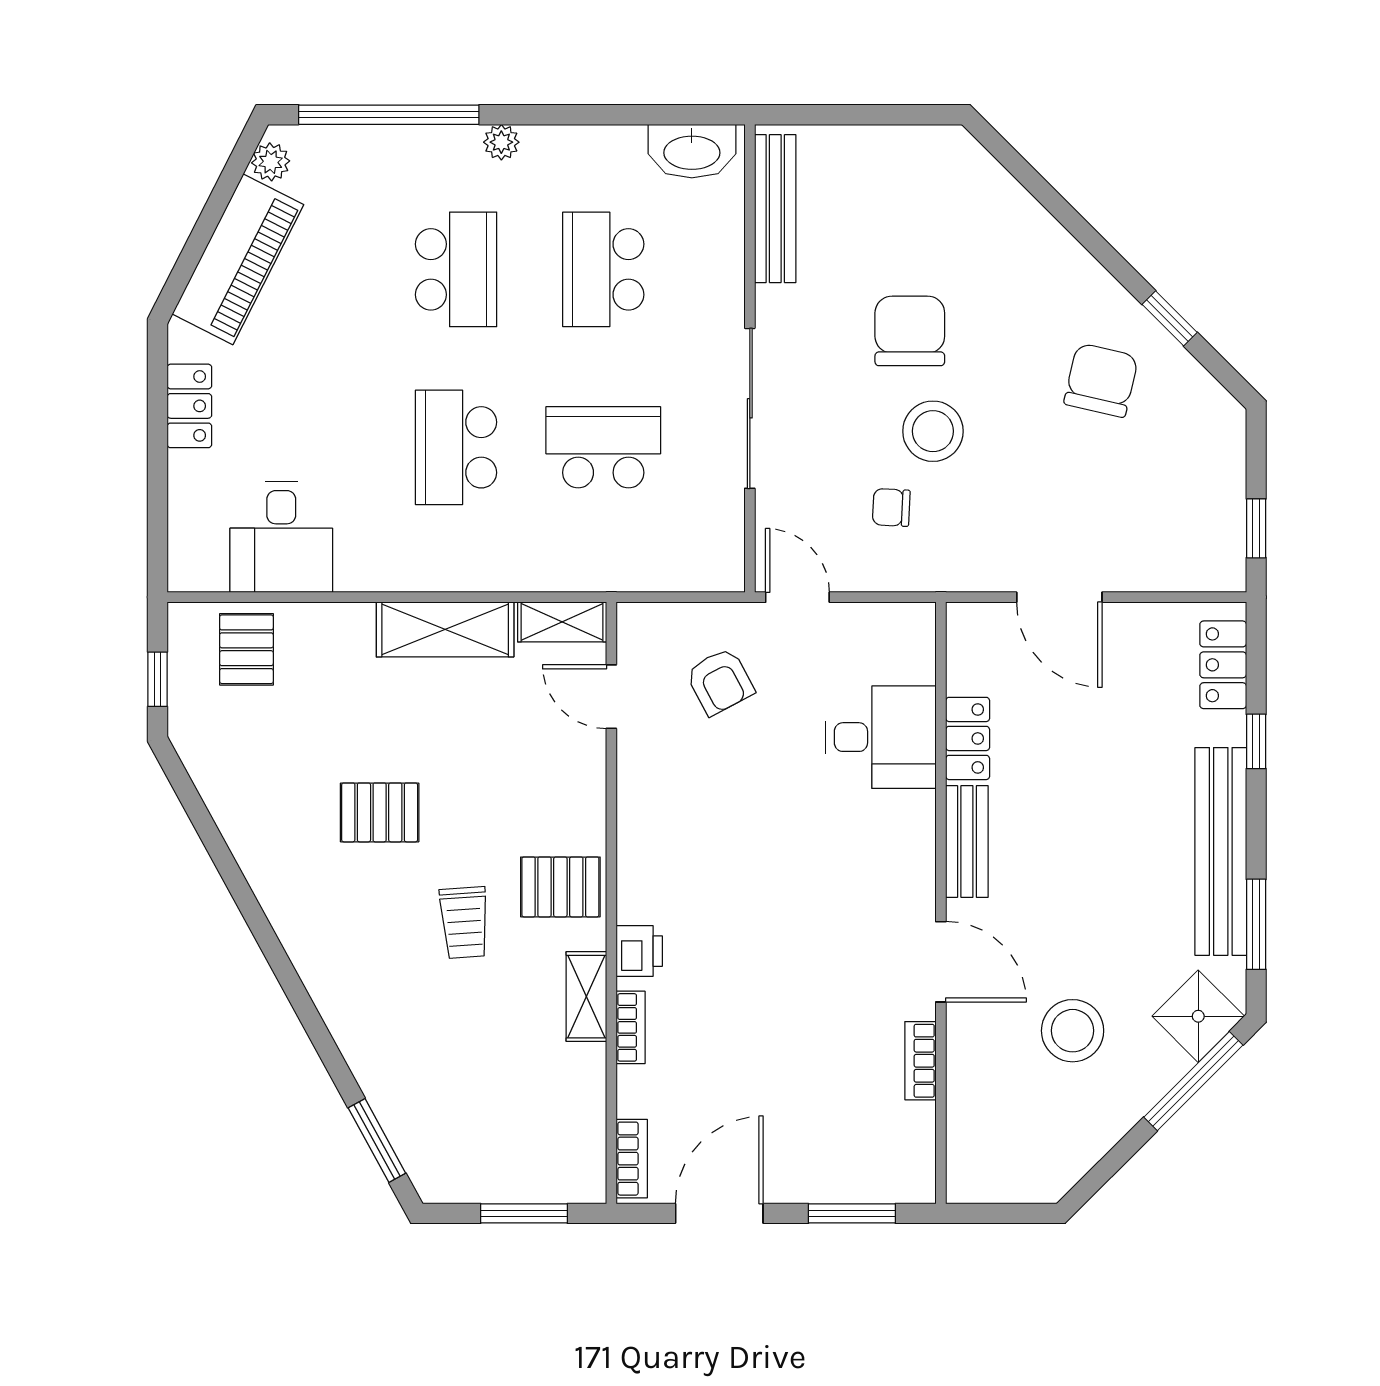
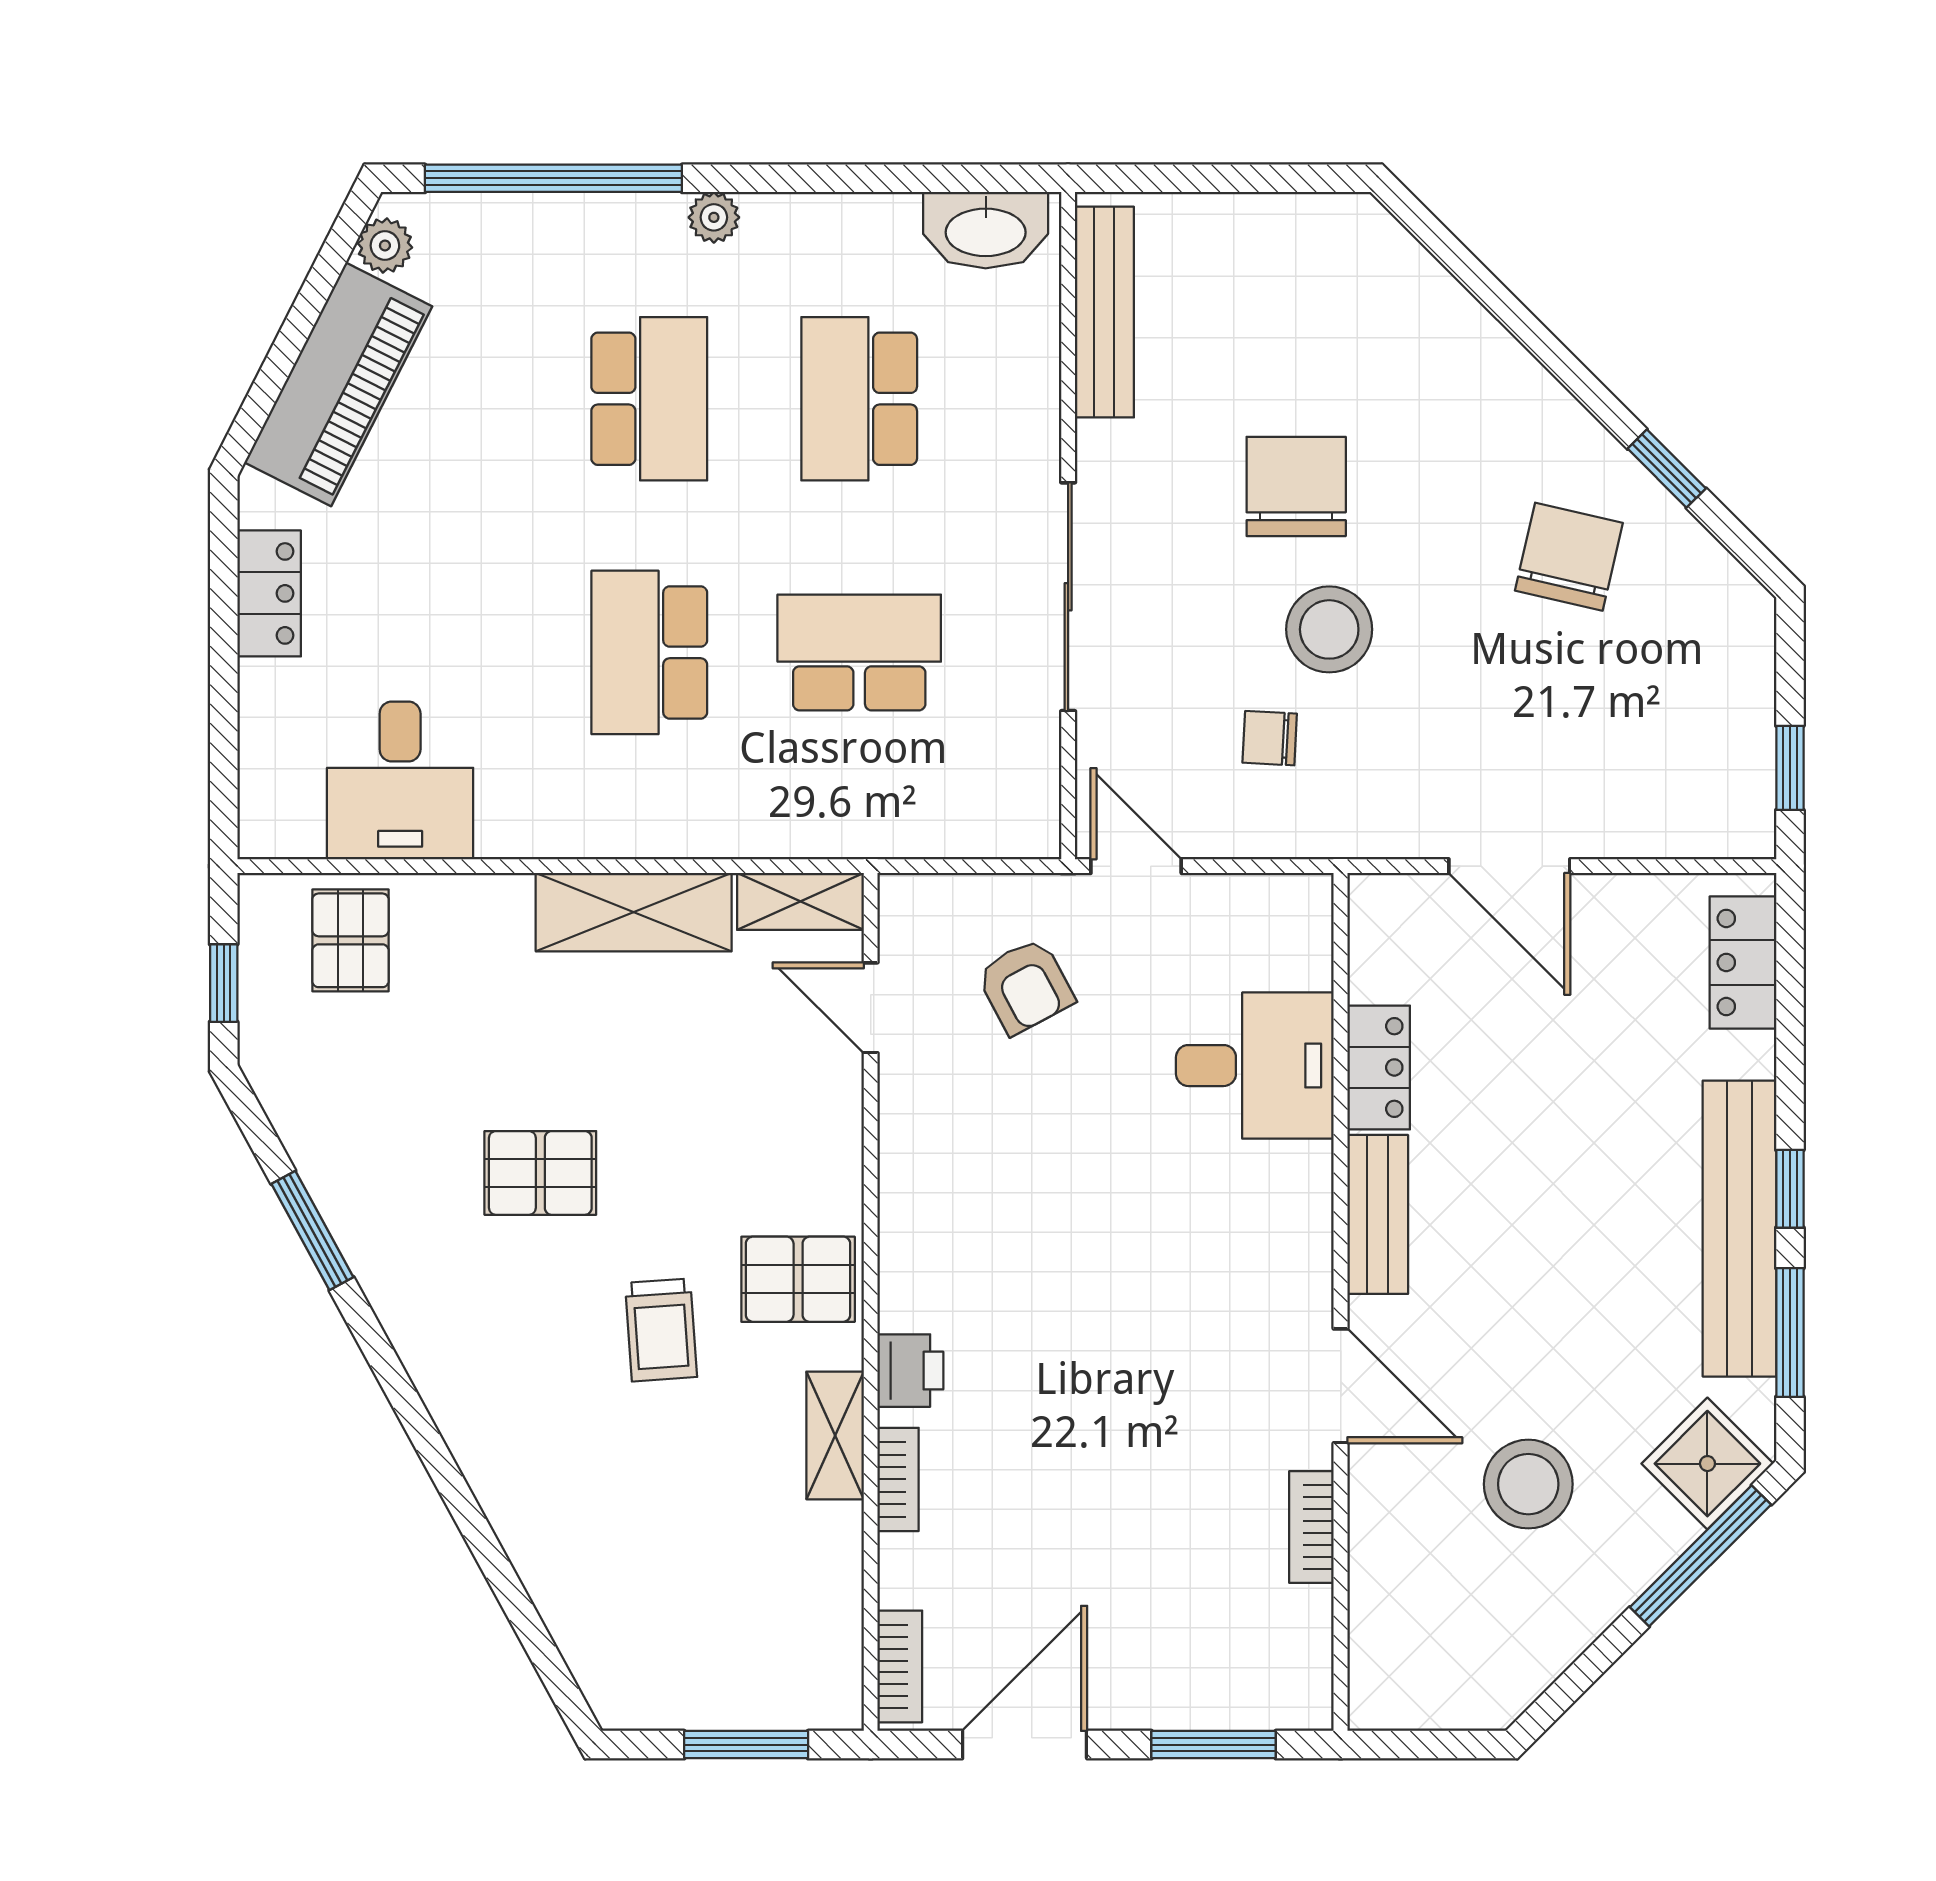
window: (1256, 741) -> (1790, 1189), moved
window: (377, 1140) -> (312, 1230), moved

